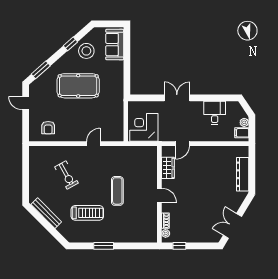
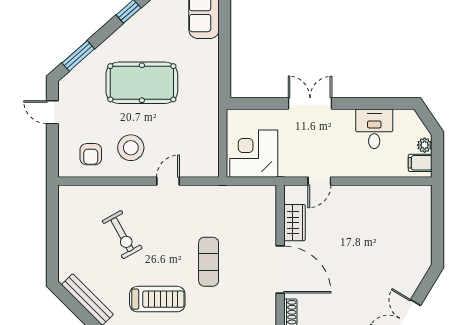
stool: (86, 51) -> (131, 148), moved
dresser: (243, 174) -> (422, 233), removed
door: (159, 195) -> (280, 269), width x1.87

